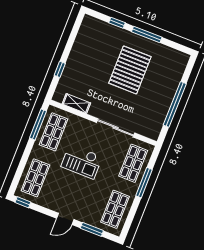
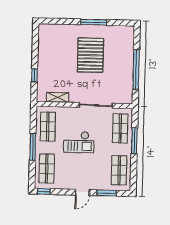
window: (117, 23) -> (66, 21), removed
window: (38, 125) -> (33, 147), moved

